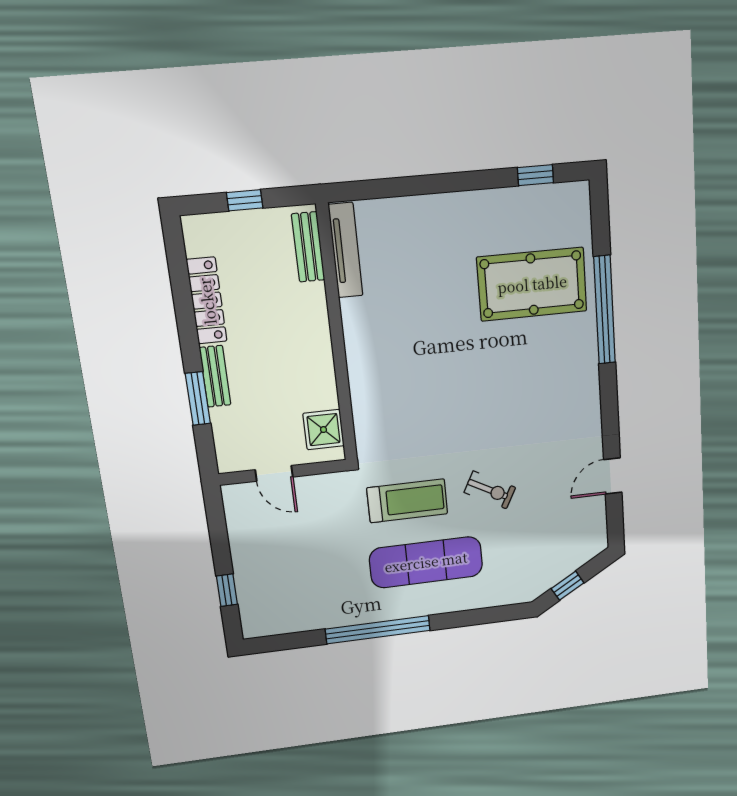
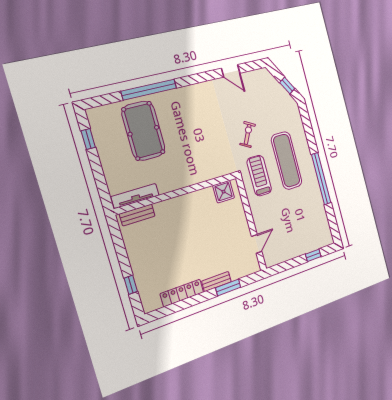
bench: (308, 247) -> (137, 215), moved
tv unit: (346, 250) -> (135, 196), moved
wall: (337, 335) -> (177, 193), moved
shower: (324, 430) -> (224, 192), moved

